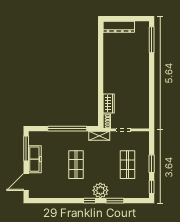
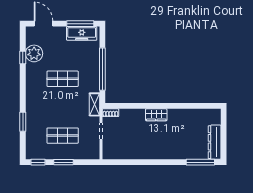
dresser: (119, 27) -> (215, 142), moved
wardrobe: (109, 103) -> (156, 115), moved
freezer: (35, 159) -> (82, 33), moved
plant: (100, 190) -> (34, 53), moved
window: (89, 201) -> (23, 58), moved

